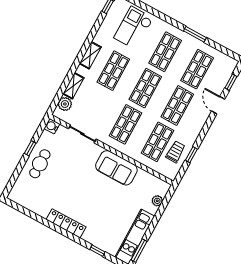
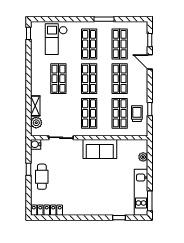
shelving: (90, 55) -> (35, 77), removed
locker: (66, 223) -> (47, 210), moved

